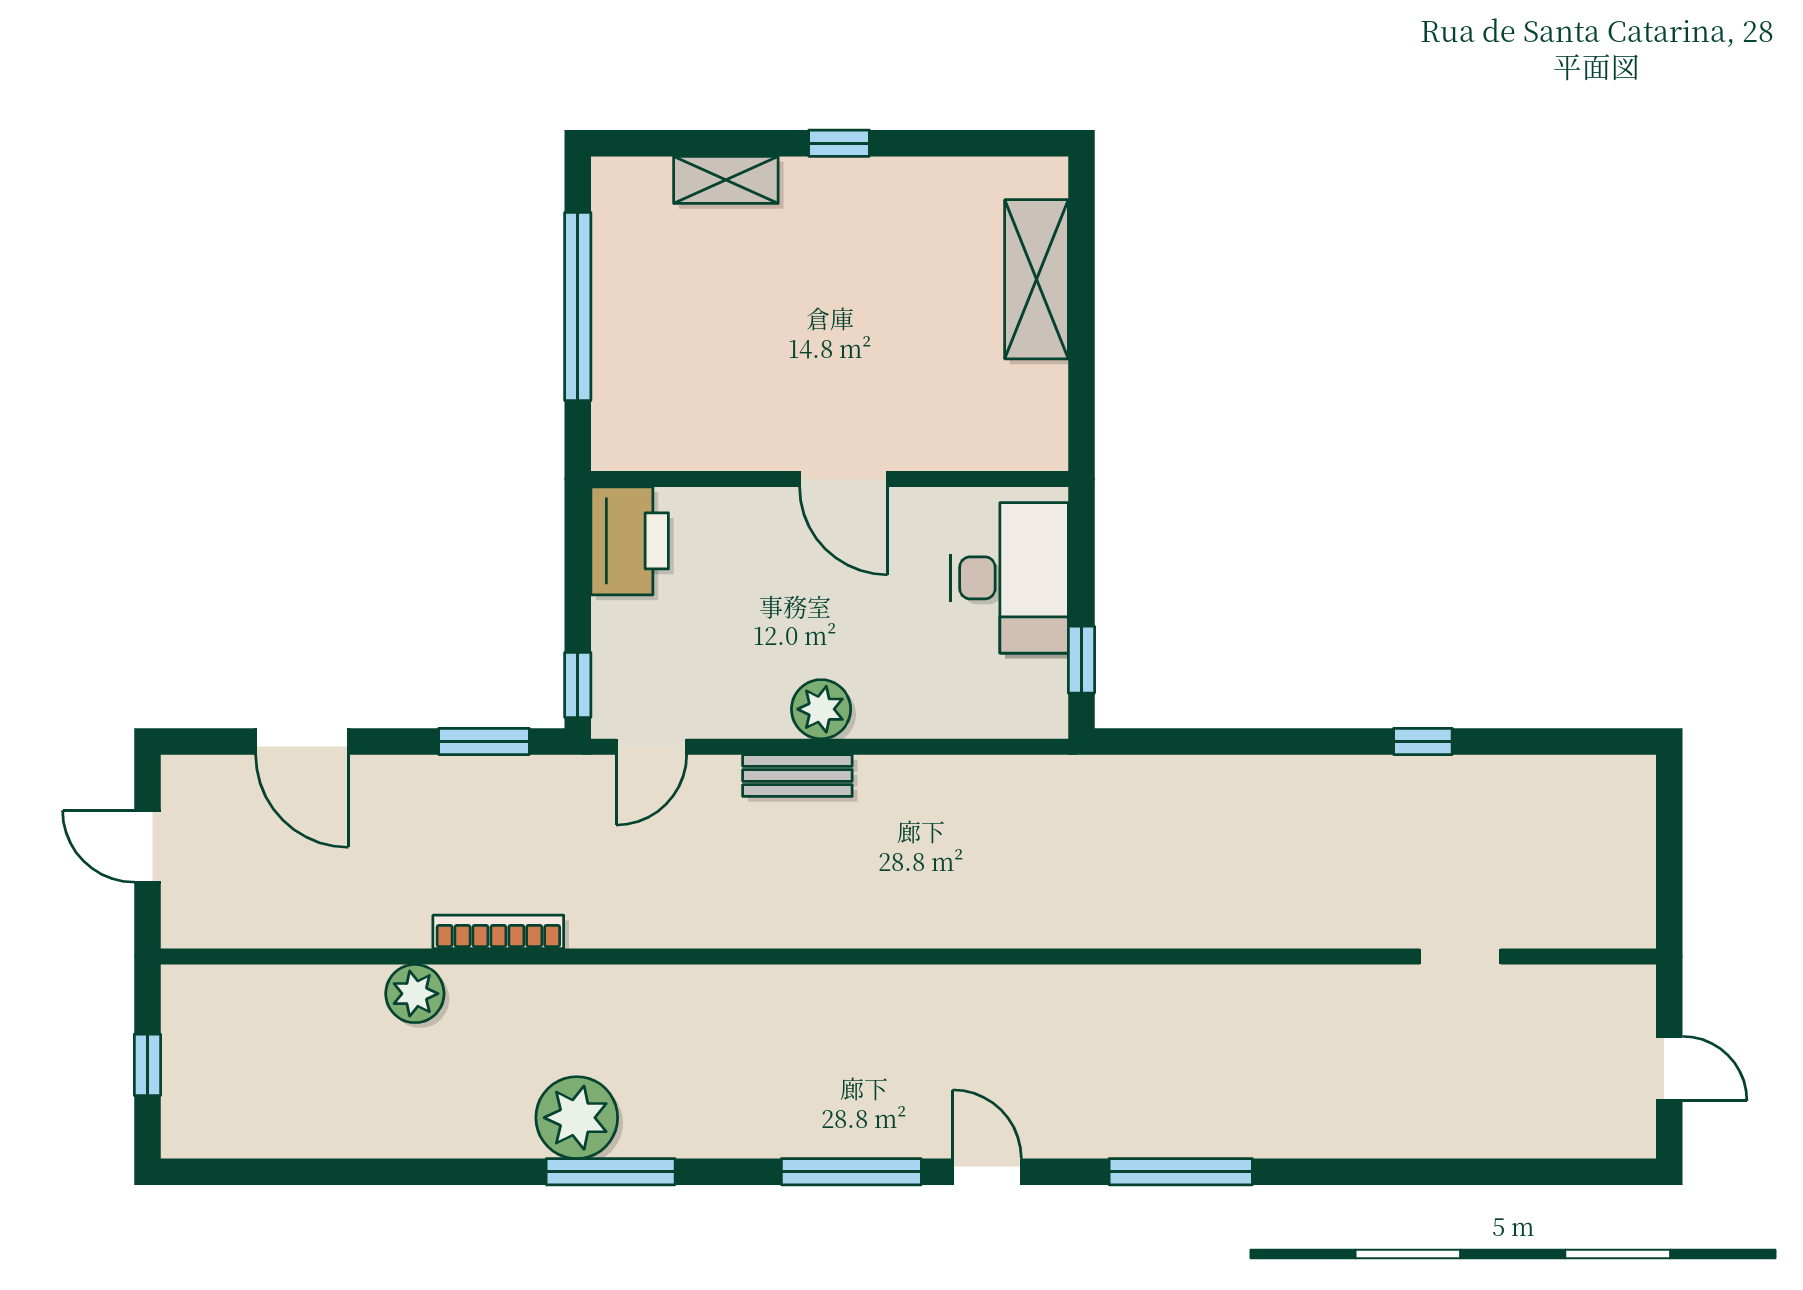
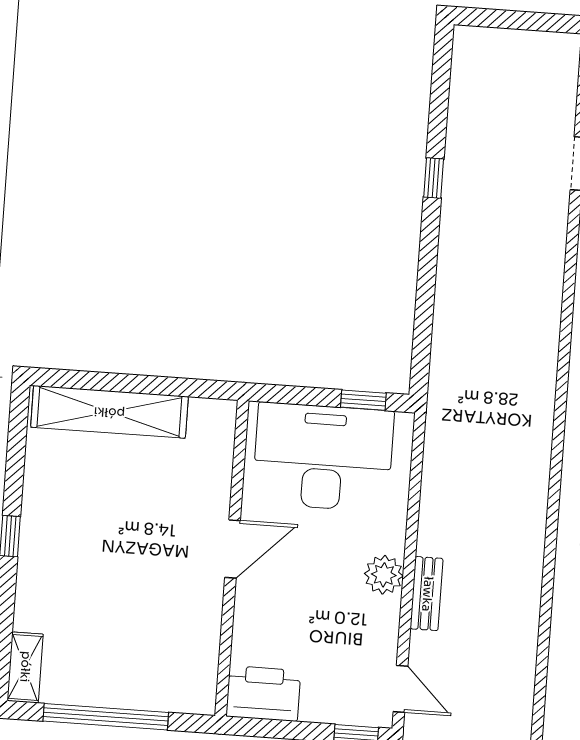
shelving: (726, 180) -> (25, 667), moved
shelving: (1037, 279) -> (109, 412), width x1.47
desk: (1009, 578) -> (323, 457), width x1.36, depth x1.30

